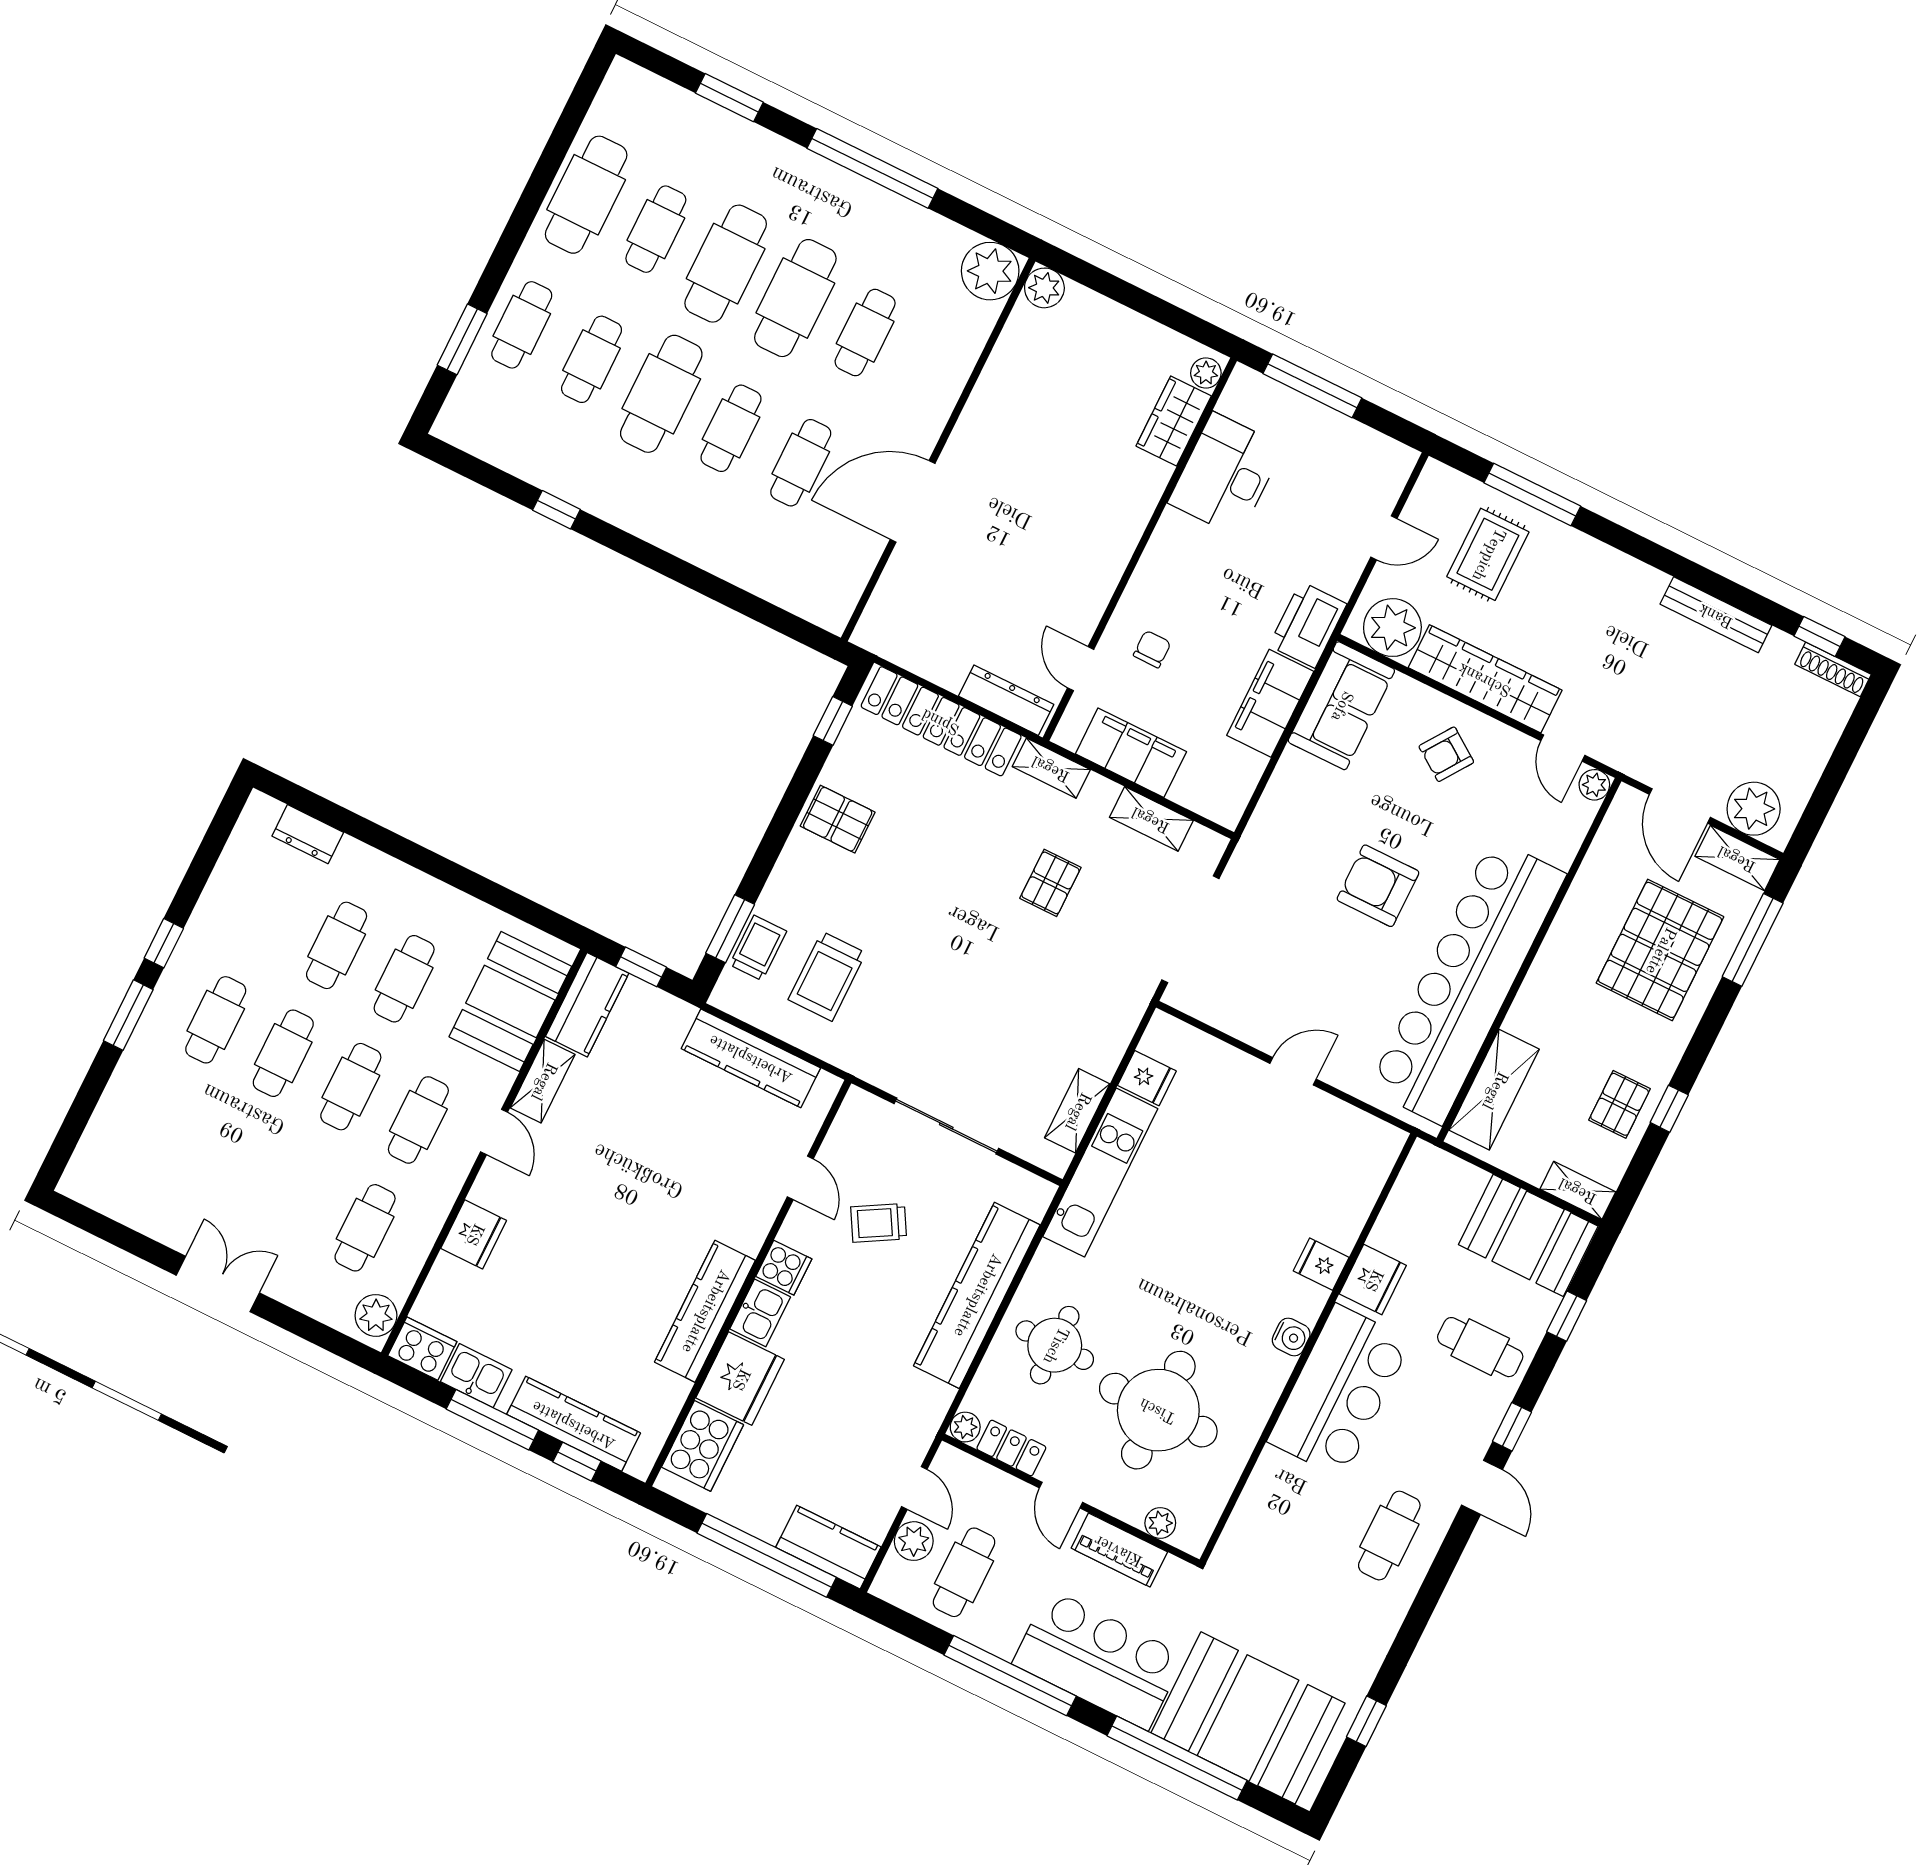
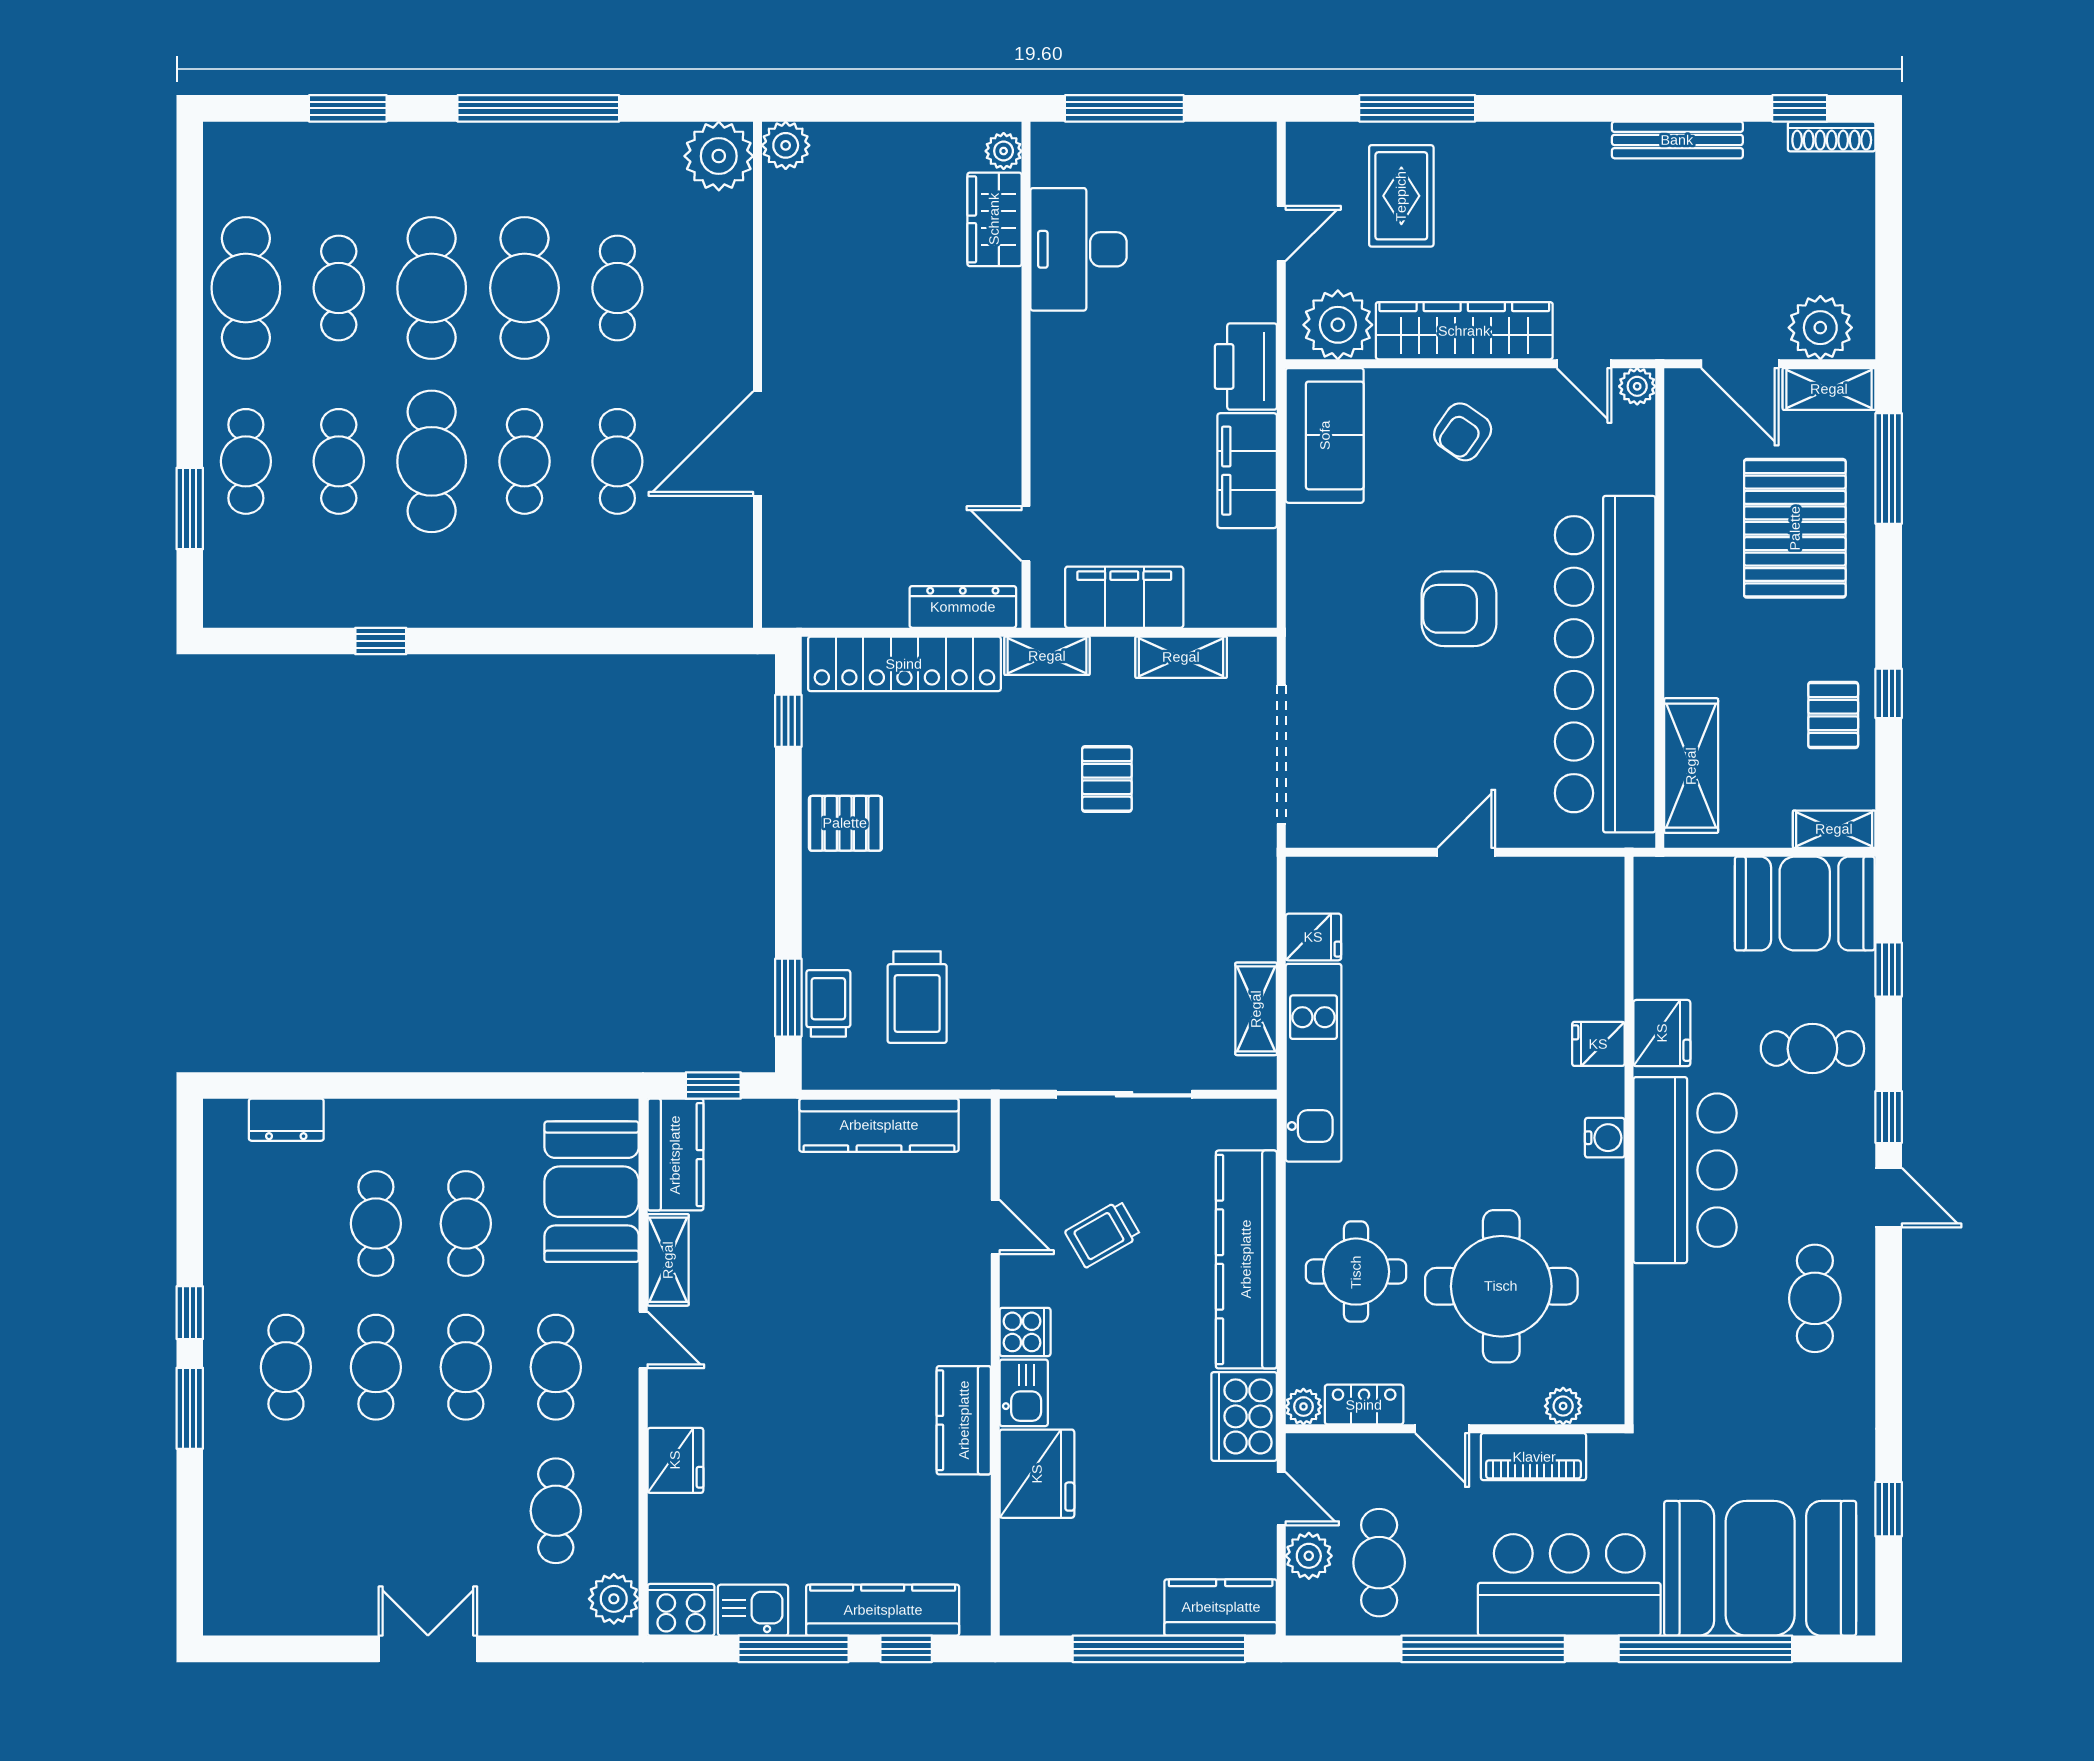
chair: (1152, 649) -> (1092, 475), removed
kitchen counter: (705, 1311) -> (964, 1420), width x0.67
cooker: (703, 1446) -> (1244, 1416), moved, turned 180

